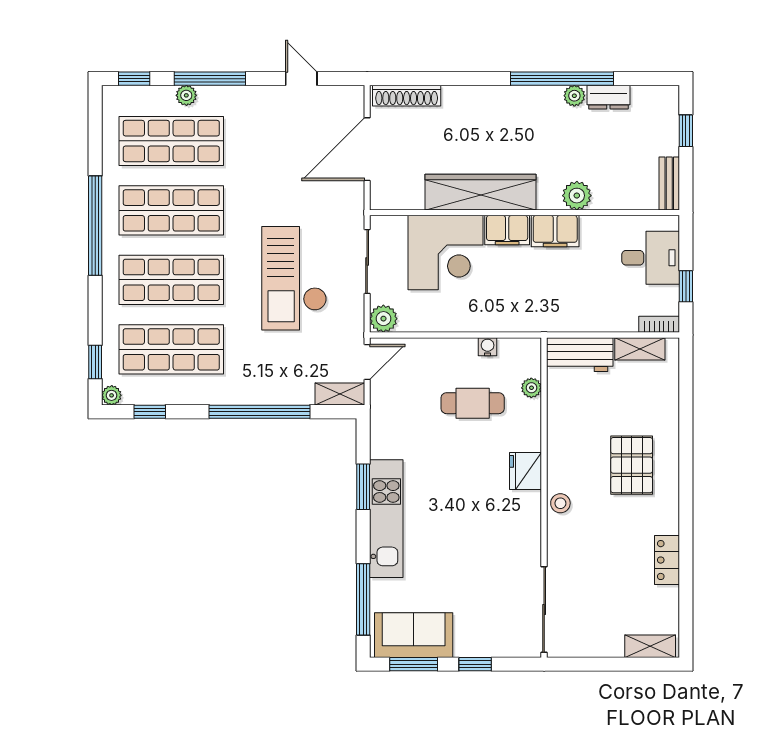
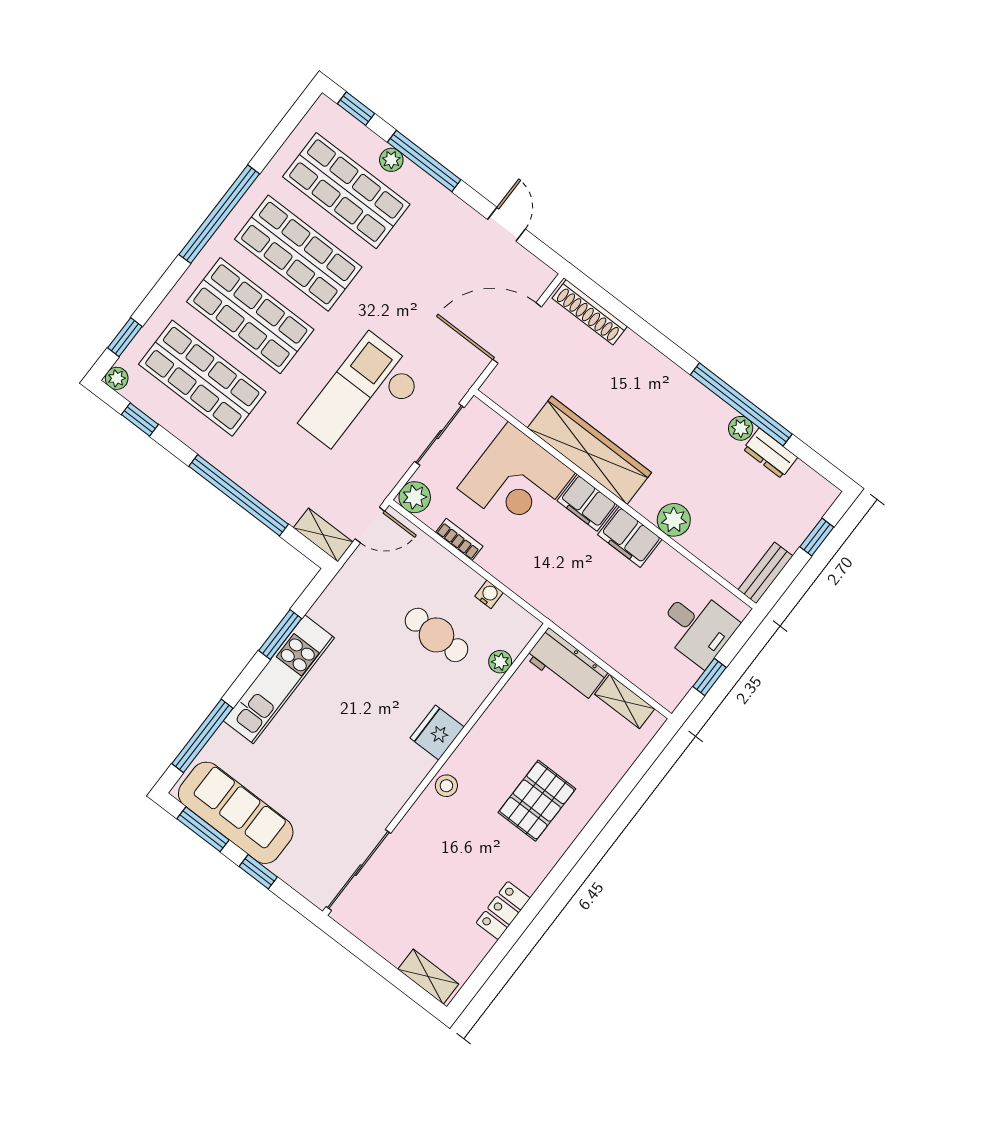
bookcase: (659, 324) -> (459, 539), moved
sofa: (414, 635) -> (236, 813), width x1.36

